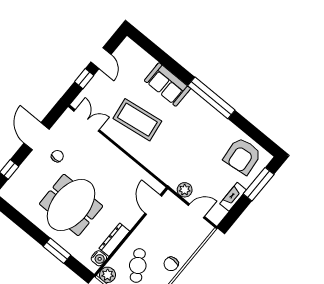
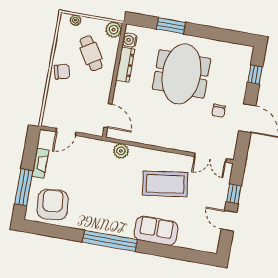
plant: (185, 190) -> (121, 151), moved
chair: (171, 264) -> (62, 72), turned 75

